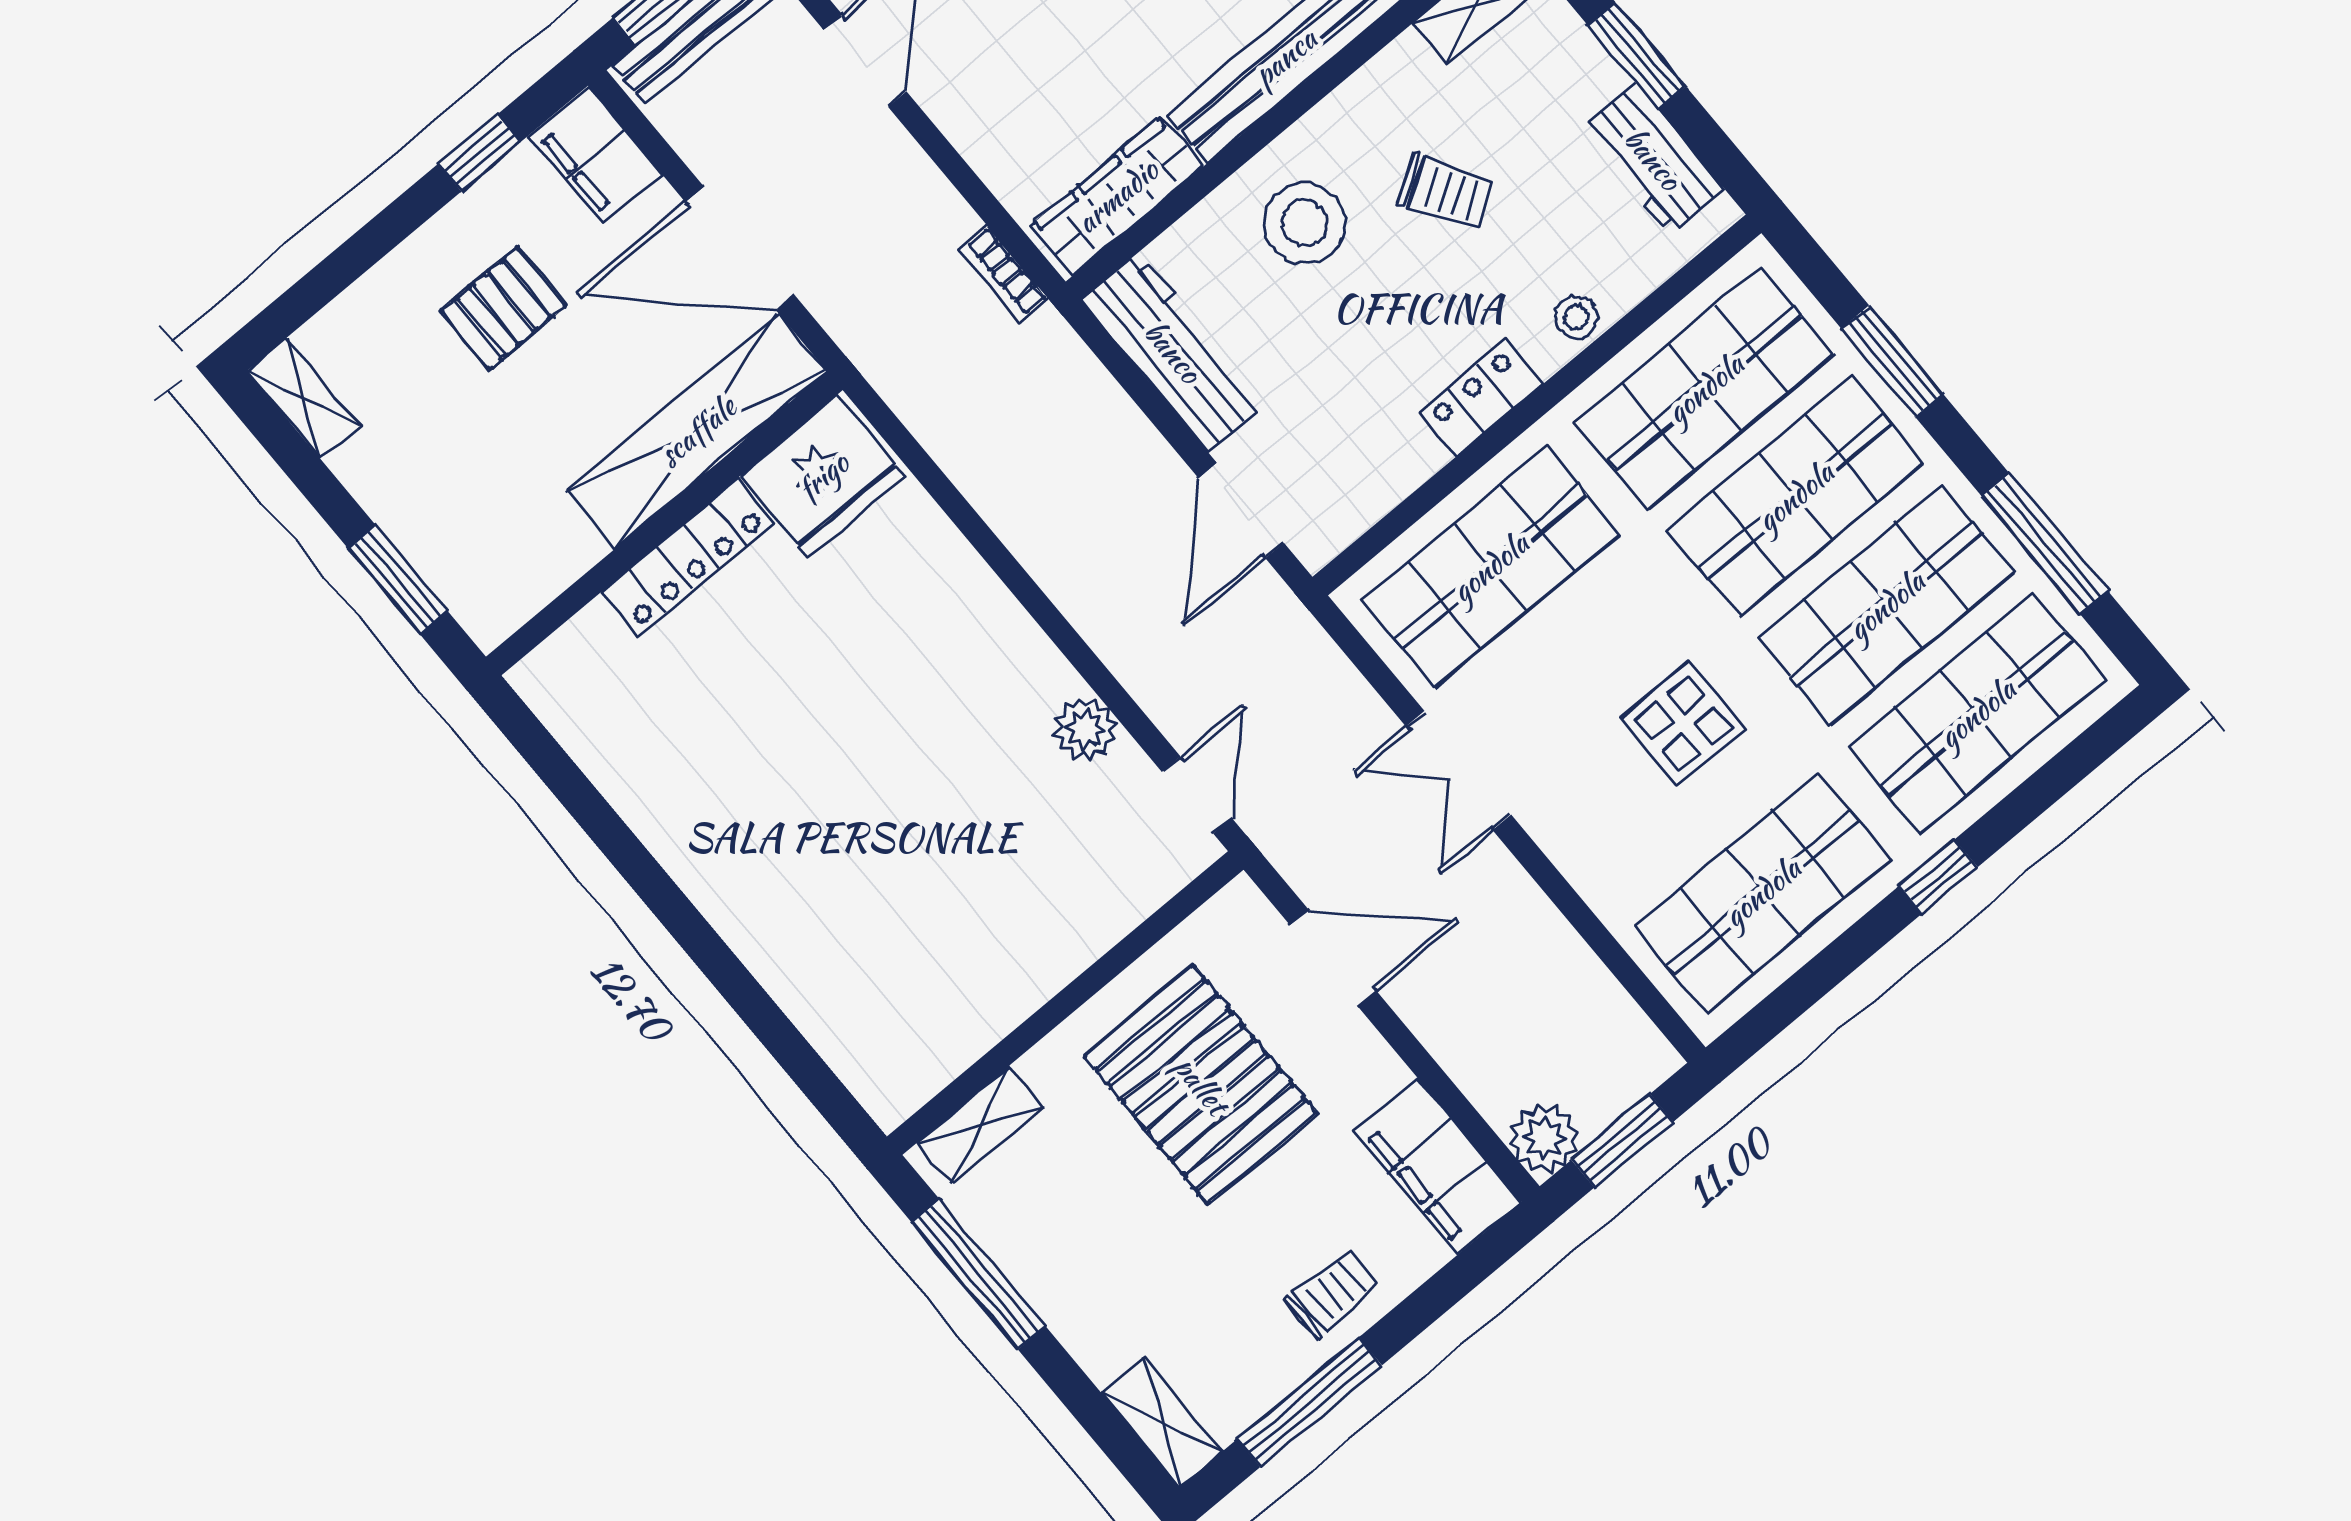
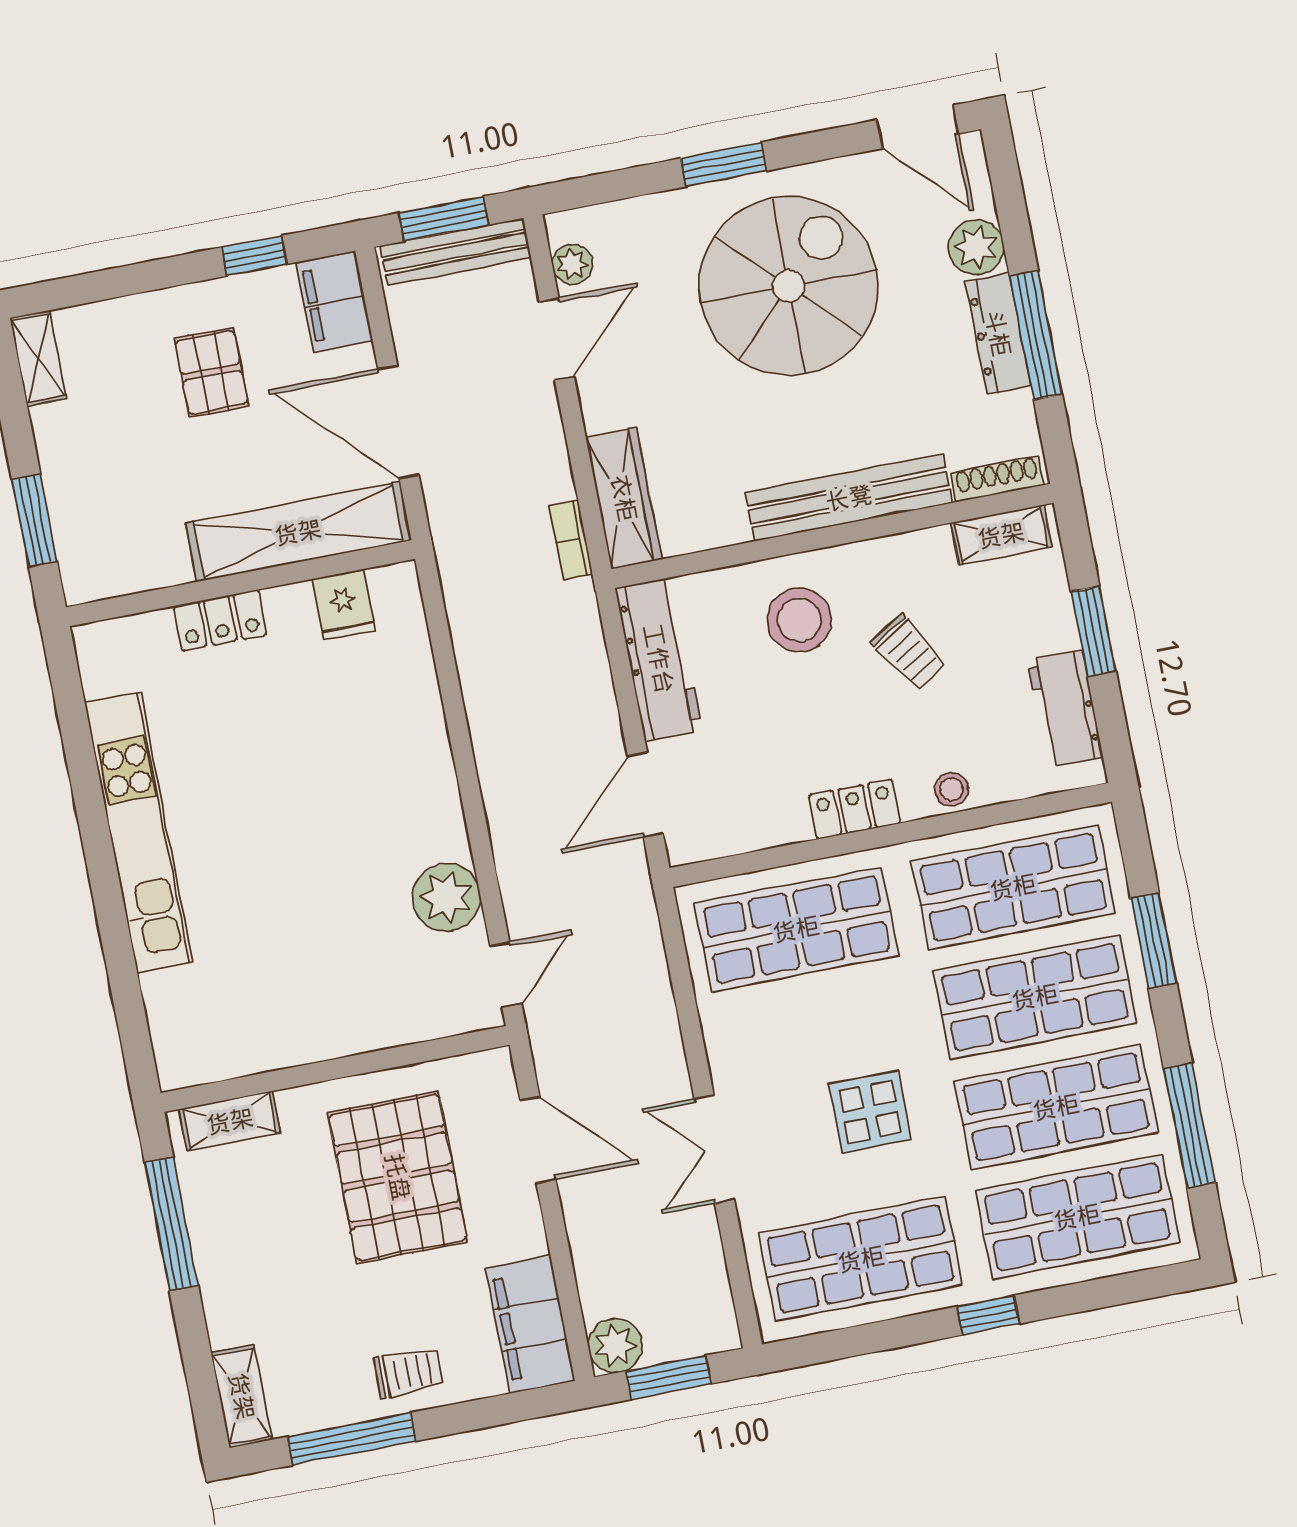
wardrobe: (1117, 196) -> (624, 498), moved, turned 90
pallet: (503, 308) -> (211, 373), turned 90
fridge: (823, 476) -> (344, 605), width x0.53, depth x0.75
locker: (688, 558) -> (220, 620), width x0.66
plant: (1085, 729) -> (446, 897), width x1.36, depth x1.36
double door: (1459, 770) -> (714, 1149), moved
kitchen unit: (704, 861) -> (139, 832), added

